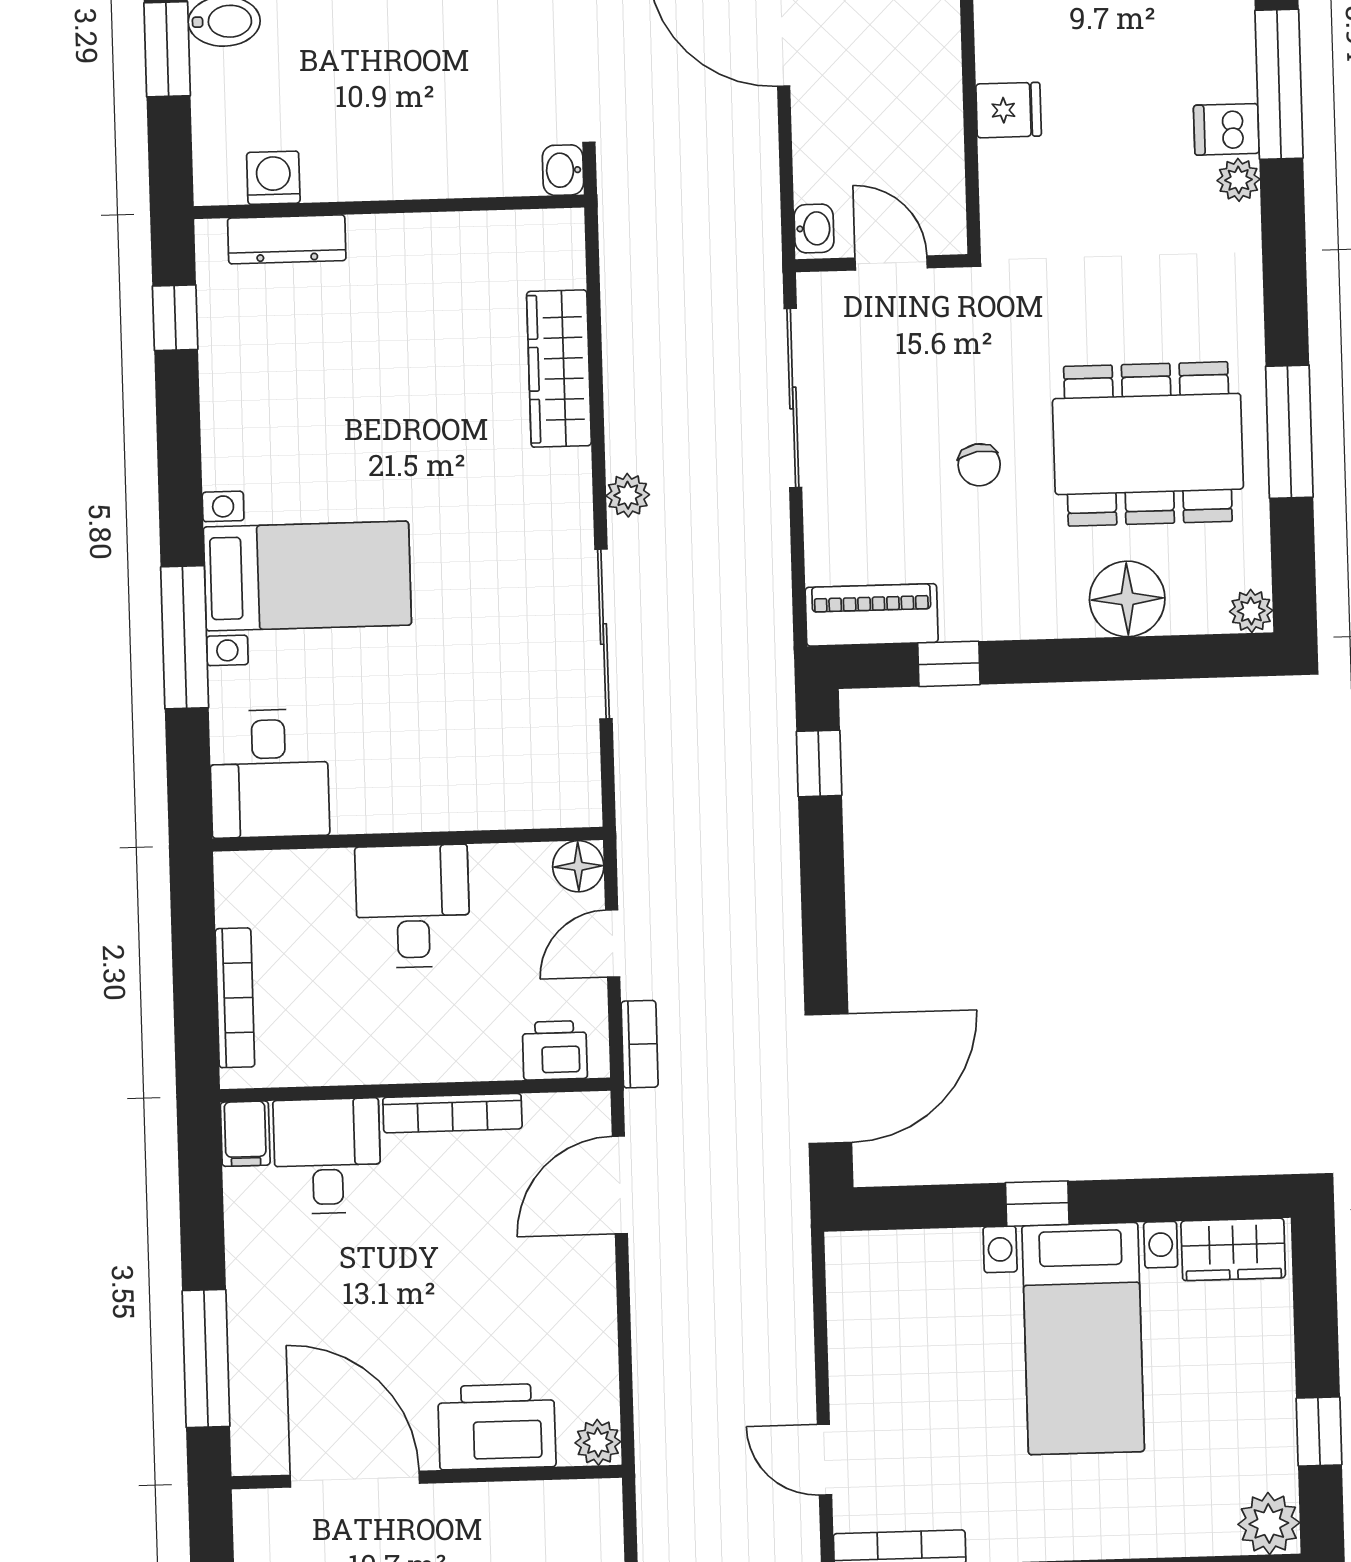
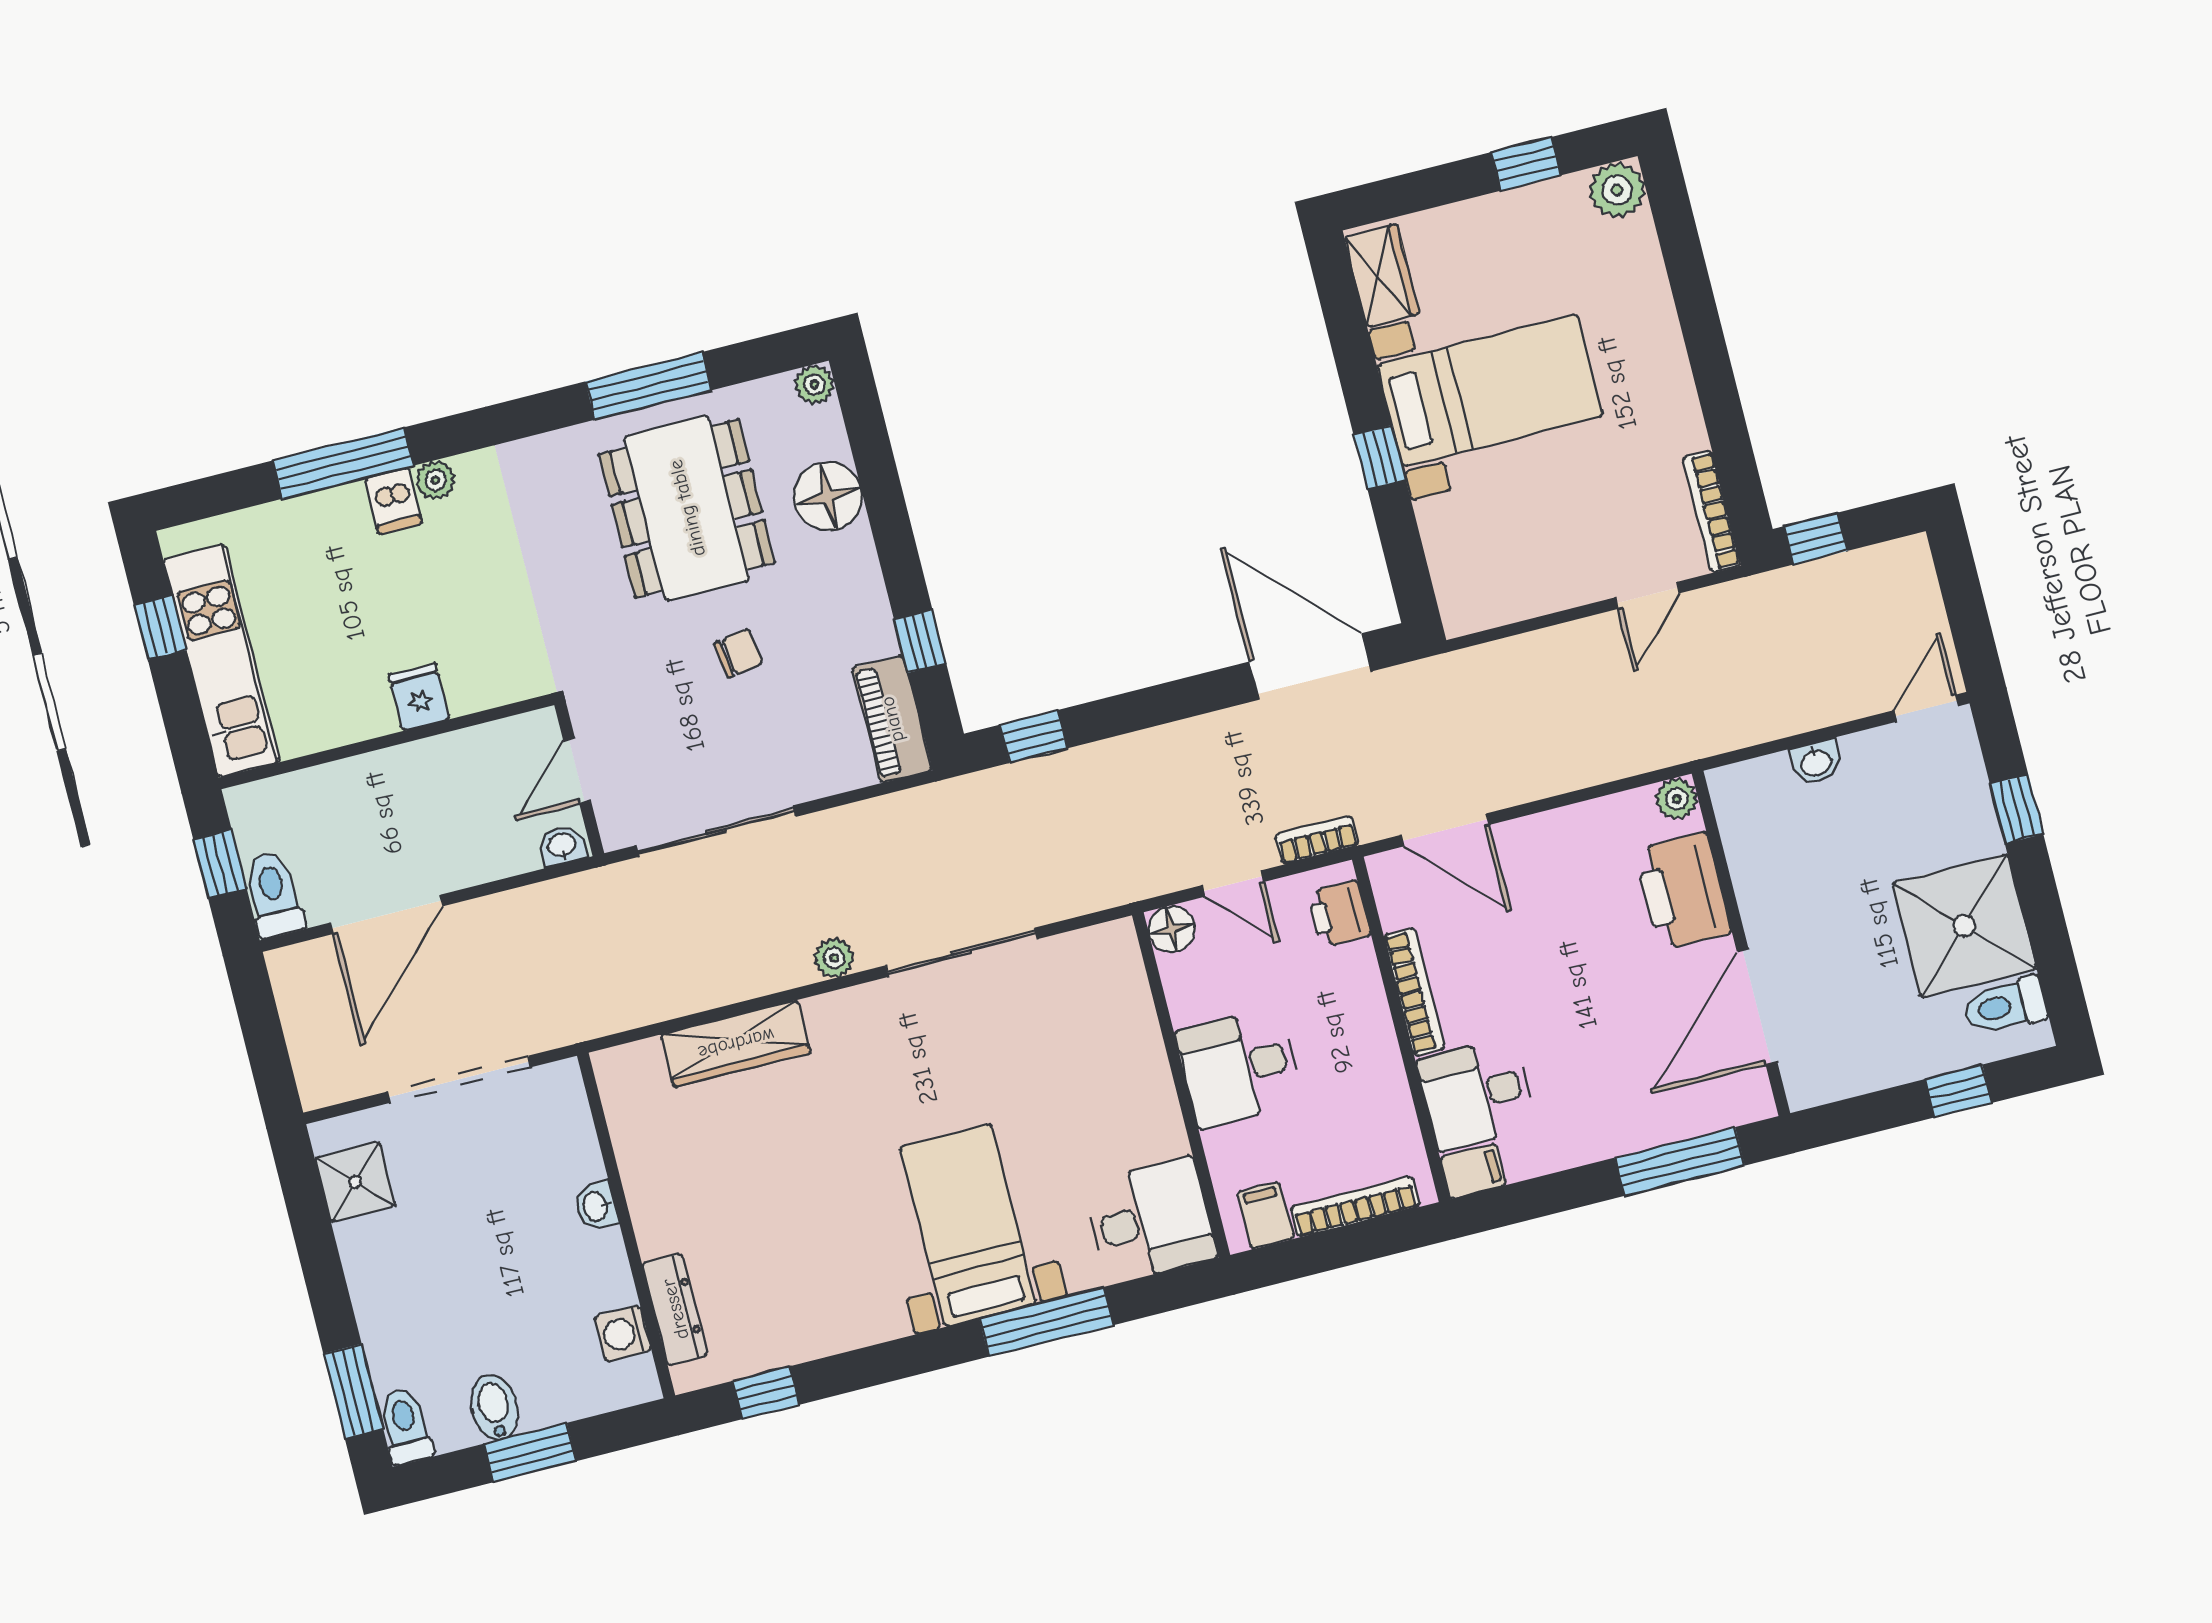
washbasin: (563, 170) -> (596, 1206), moved, turned 90
filing cabinet: (247, 899) -> (1265, 1215), added

